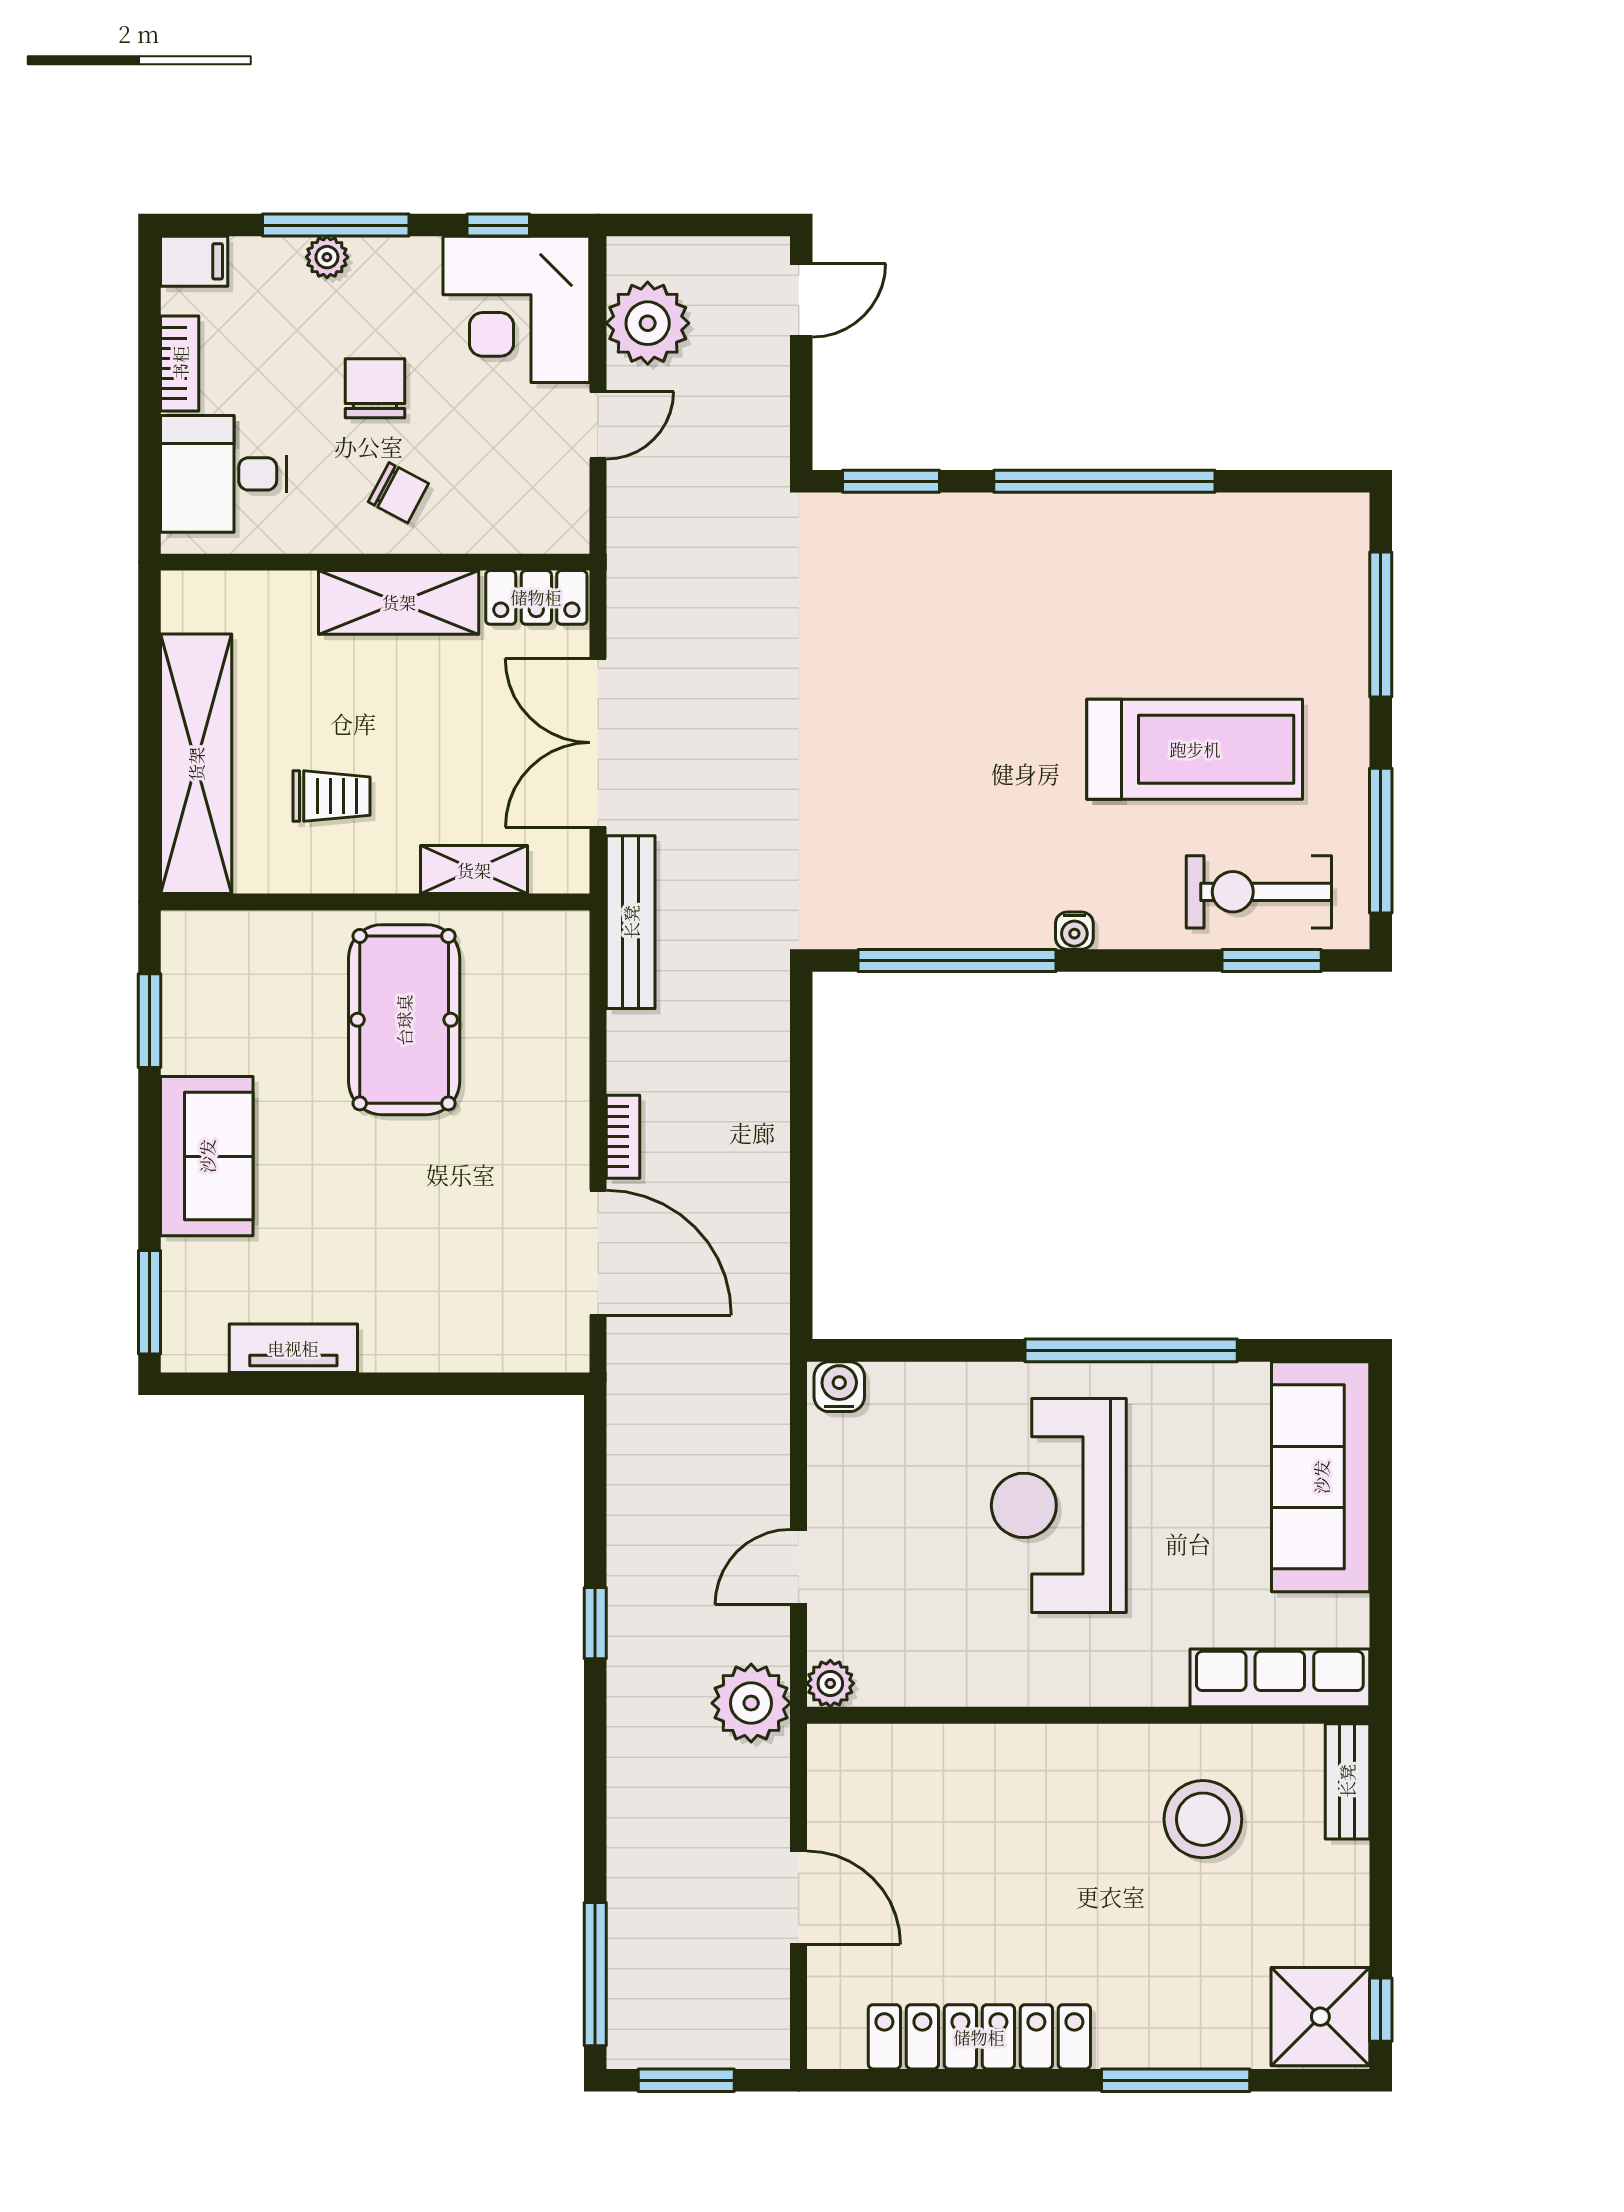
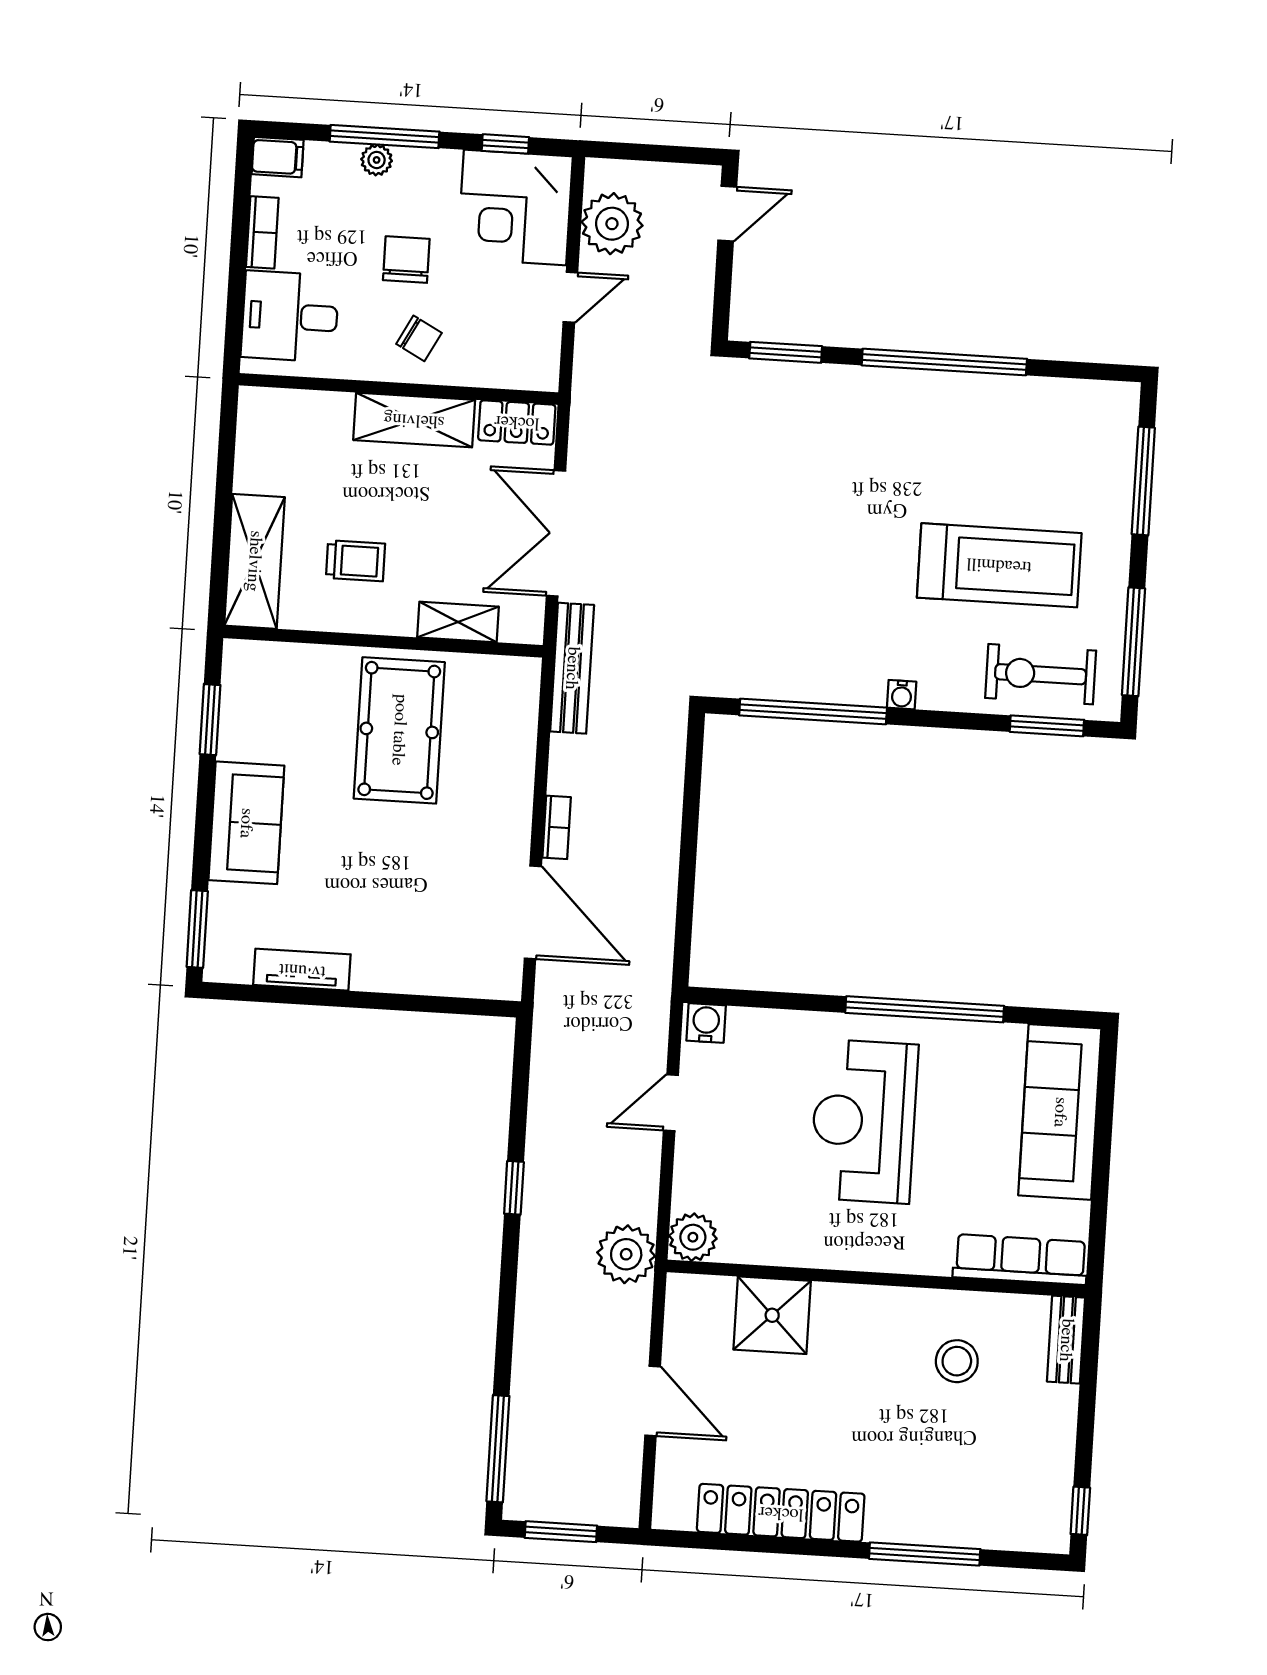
shelving: (196, 764) -> (254, 561), width x0.68
door: (799, 1567) -> (671, 1103), moved
plant: (830, 1683) -> (693, 1237), width x1.38, depth x1.38
stool: (1203, 1819) -> (957, 1361), width x0.73, depth x0.73
shower: (1320, 2017) -> (772, 1315), moved

